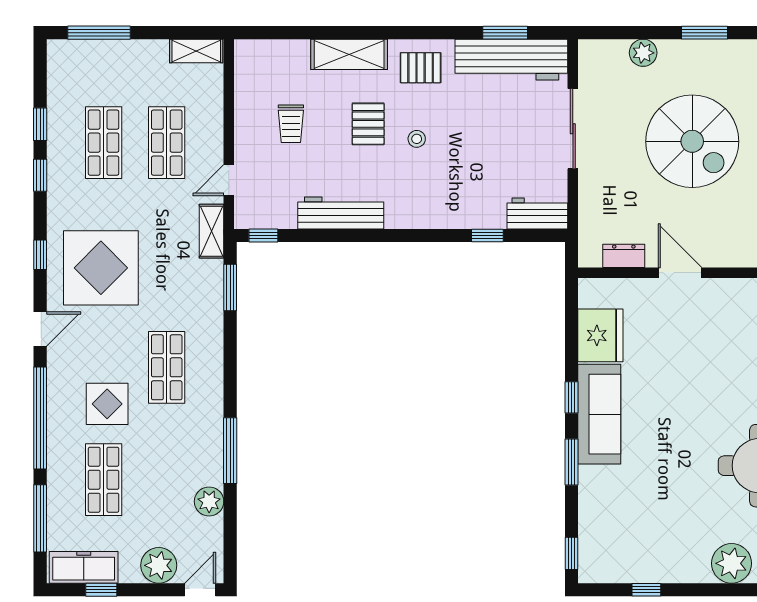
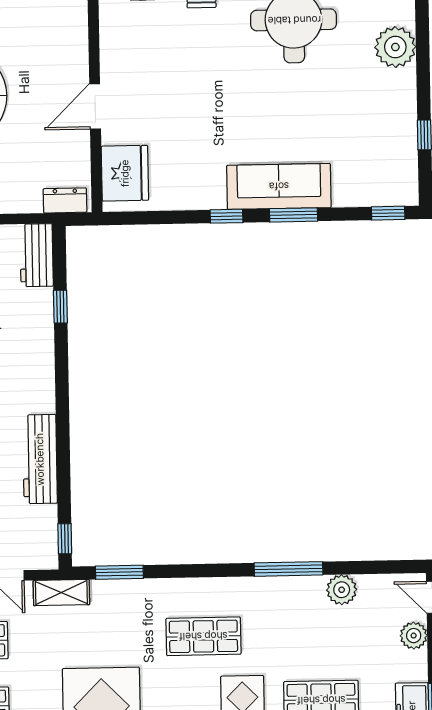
dresser: (624, 256) -> (65, 200), moved, turned 90
fridge: (600, 335) -> (125, 173), moved, turned 90
sofa: (599, 414) -> (279, 186), moved
plant: (159, 565) -> (414, 636), width x0.73, depth x0.73

